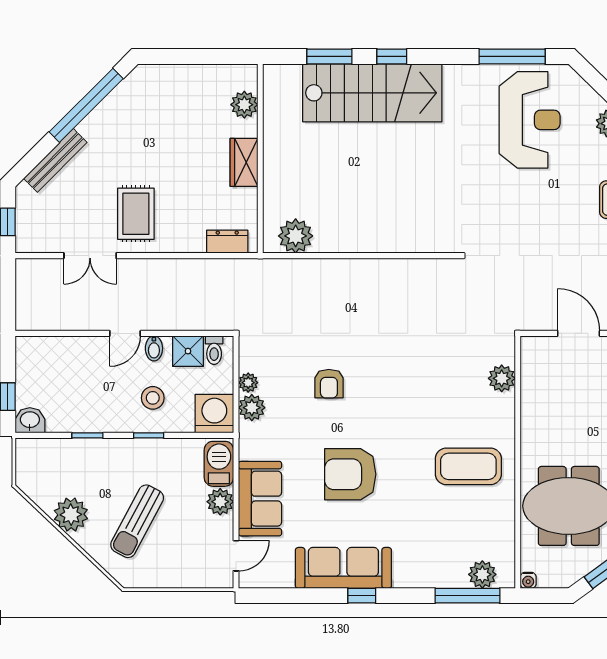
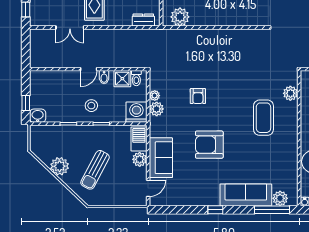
stool: (153, 398) -> (91, 106), moved
coffee table: (468, 466) -> (263, 118), moved, turned 90
sofa: (343, 568) -> (246, 195), moved

